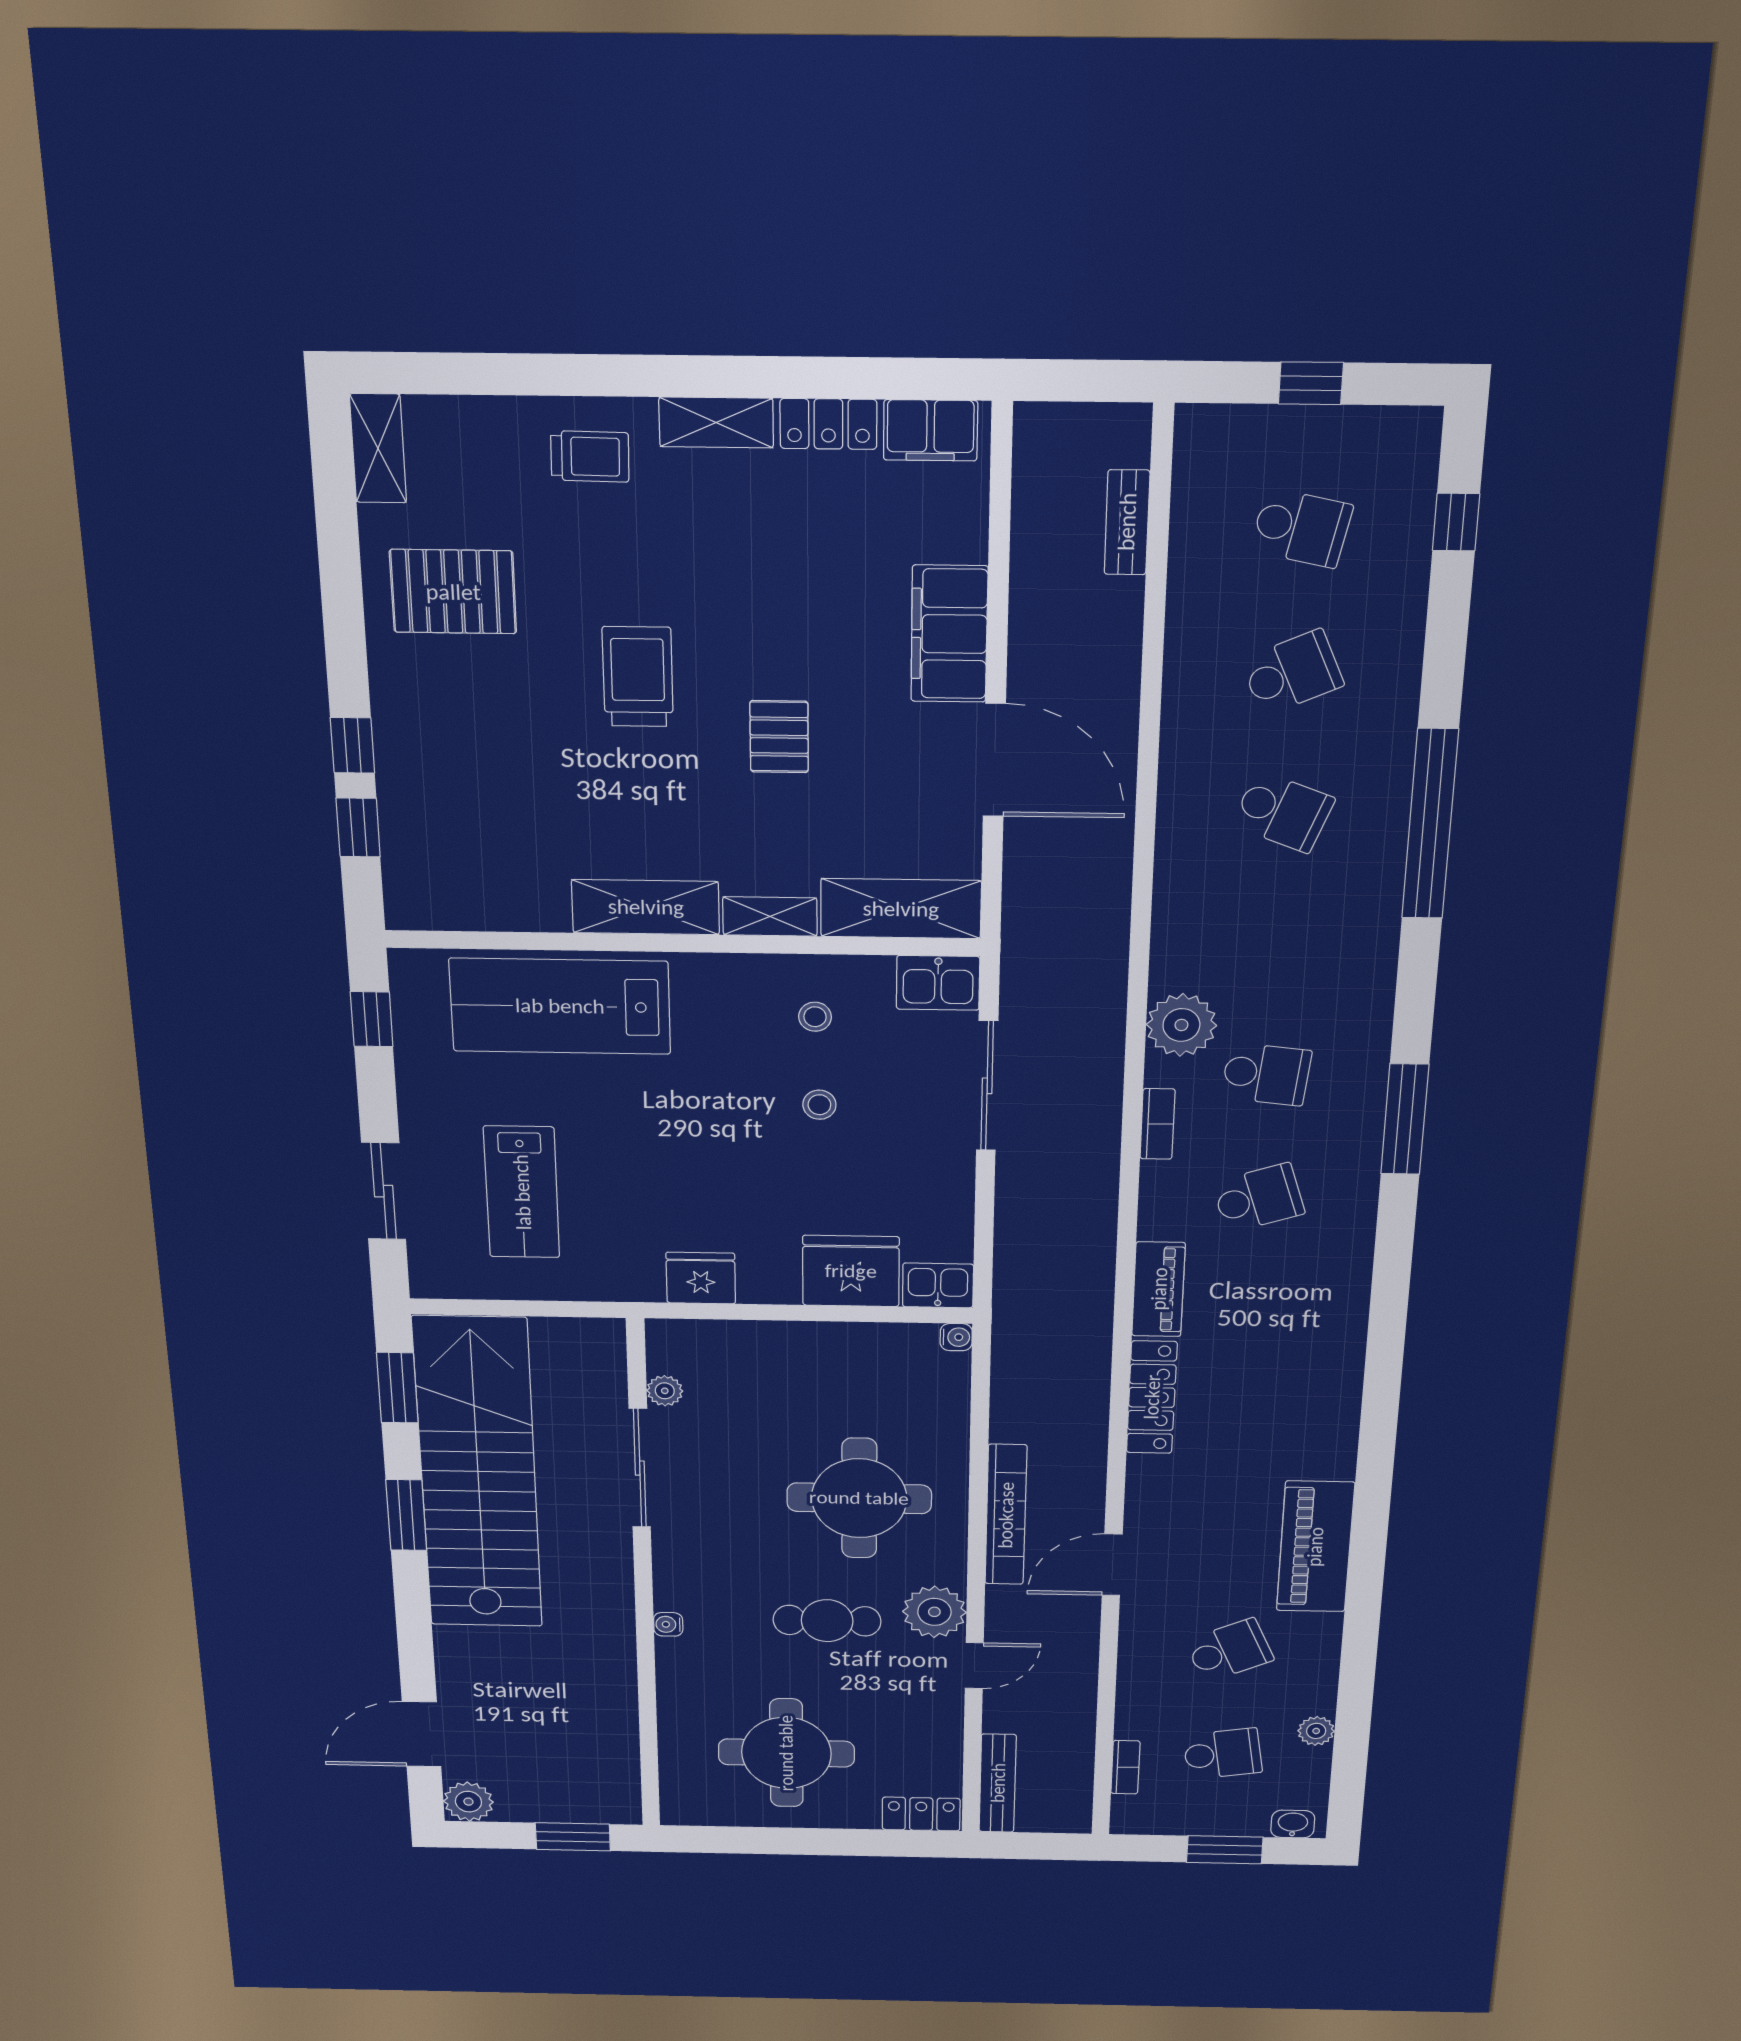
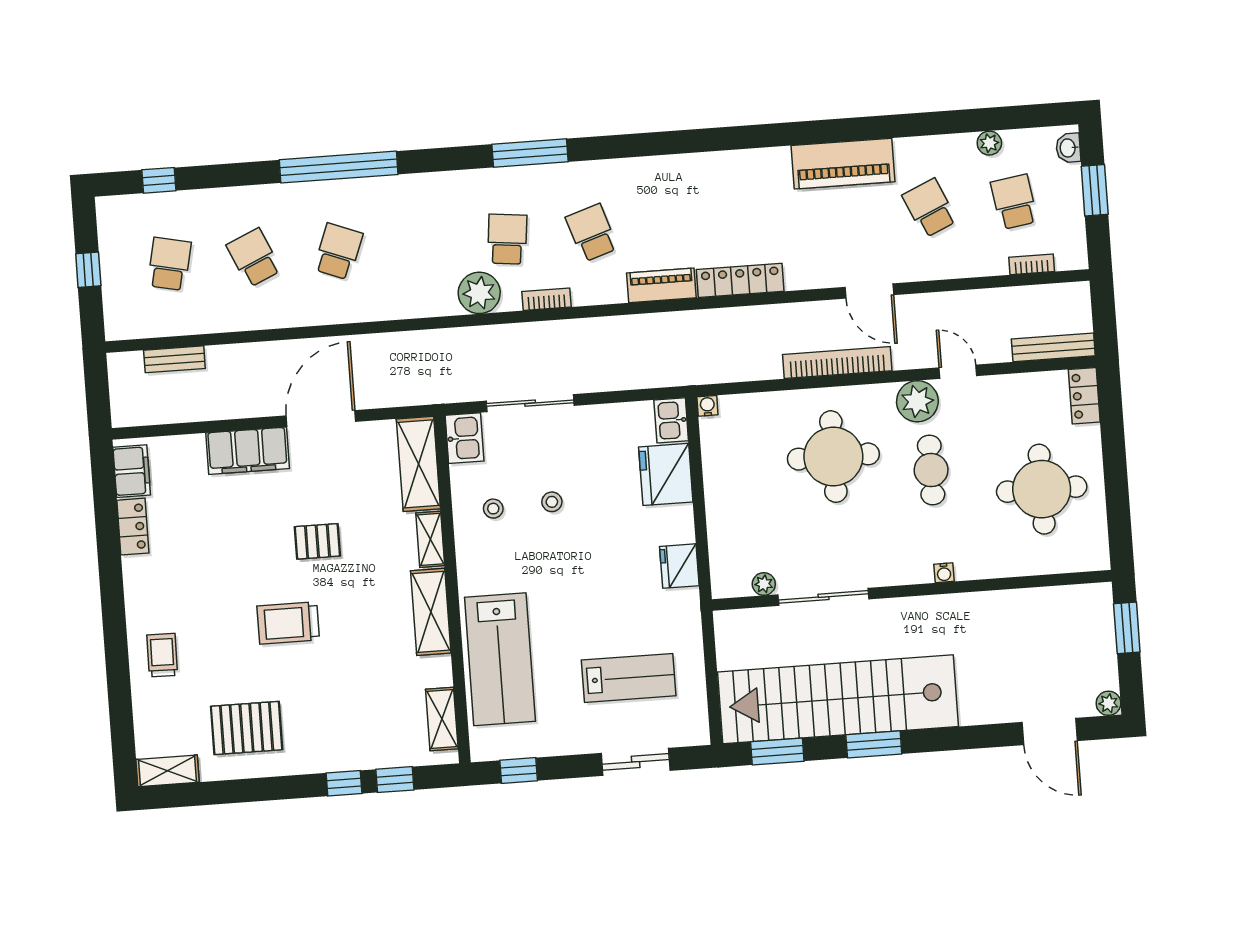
shelving: (716, 423) -> (442, 719), moved
pallet: (453, 592) -> (247, 728), turned 90
plant: (468, 1802) -> (1108, 703), width x0.73, depth x0.73

